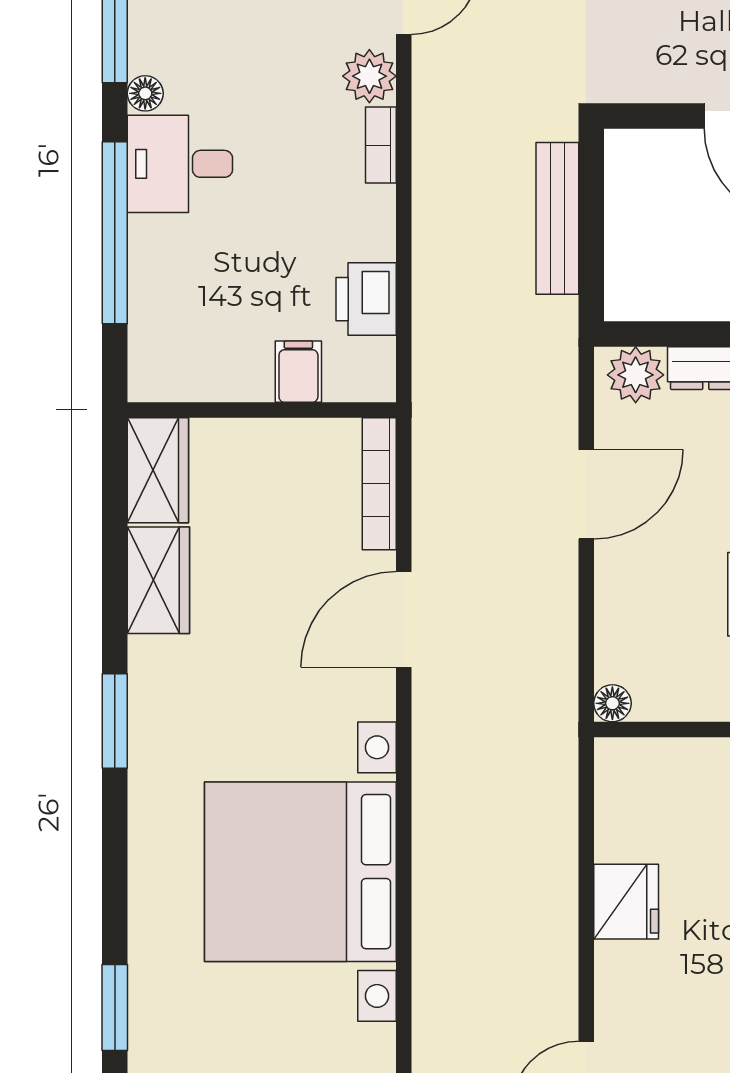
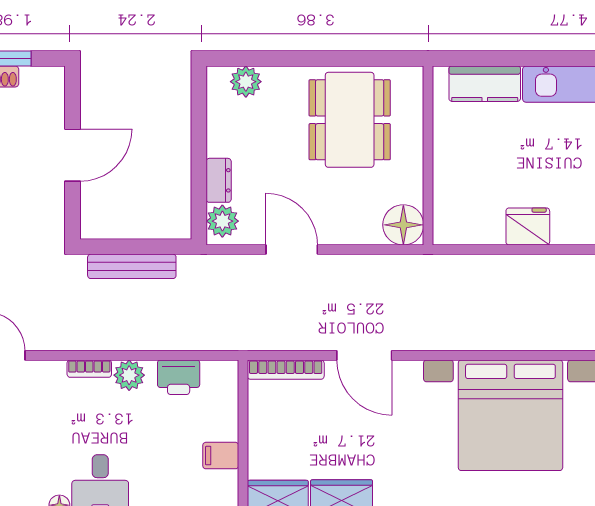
plant: (369, 76) -> (129, 375), moved
filing cabinet: (298, 372) -> (221, 456), moved
floor lamp: (612, 703) -> (403, 225), width x1.89, depth x1.89

